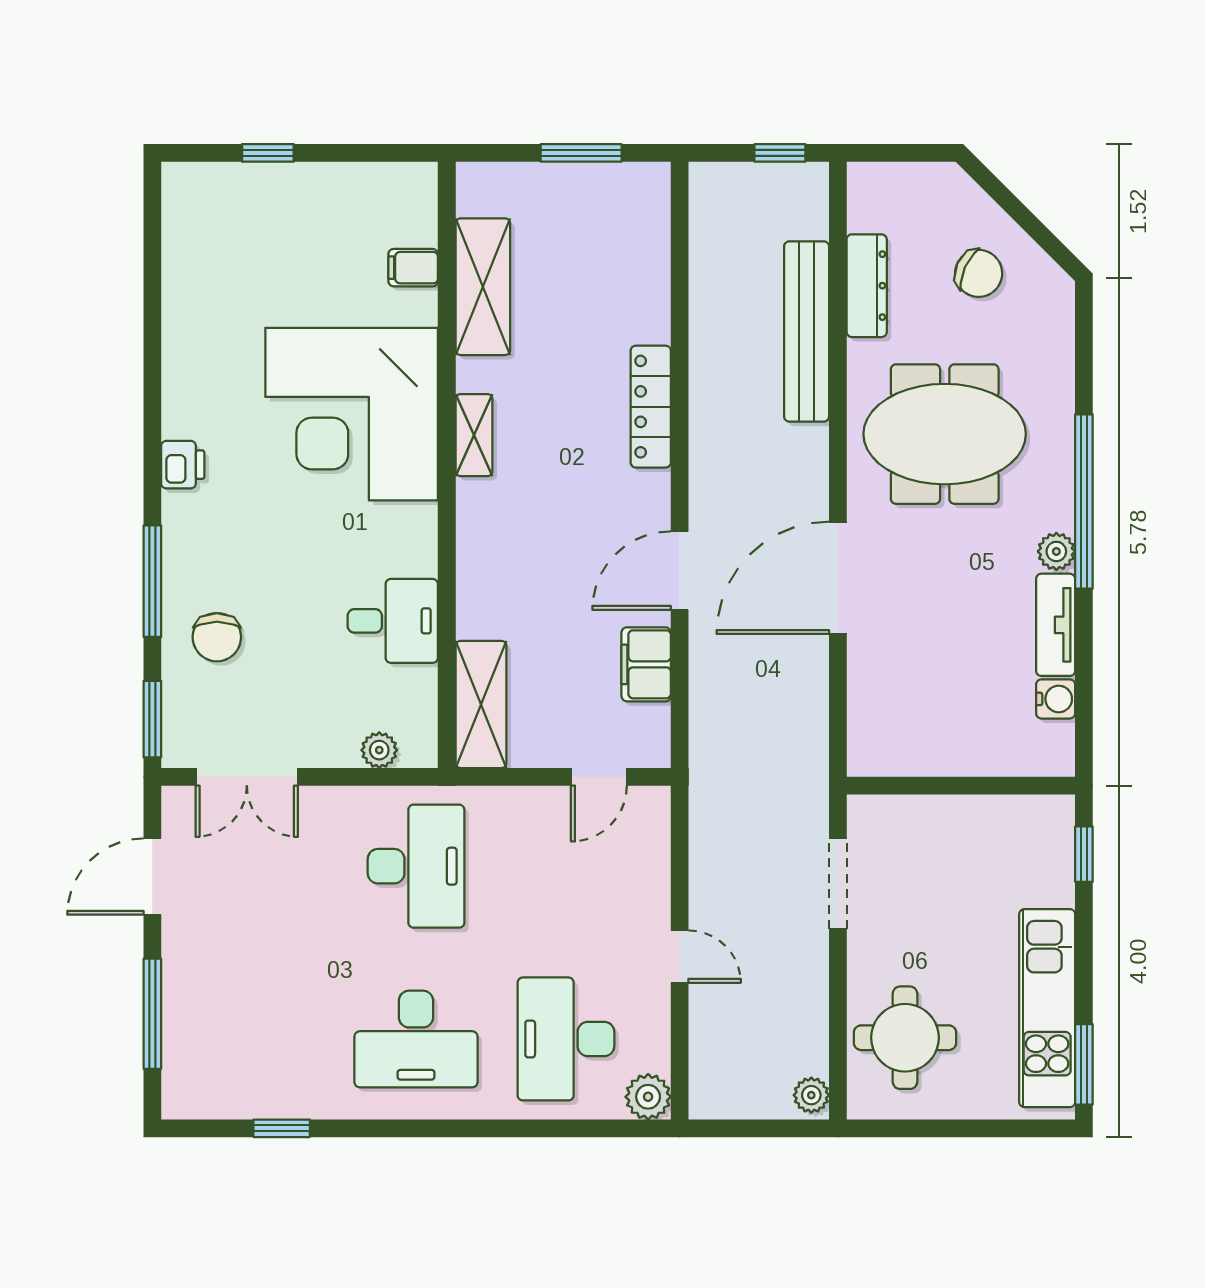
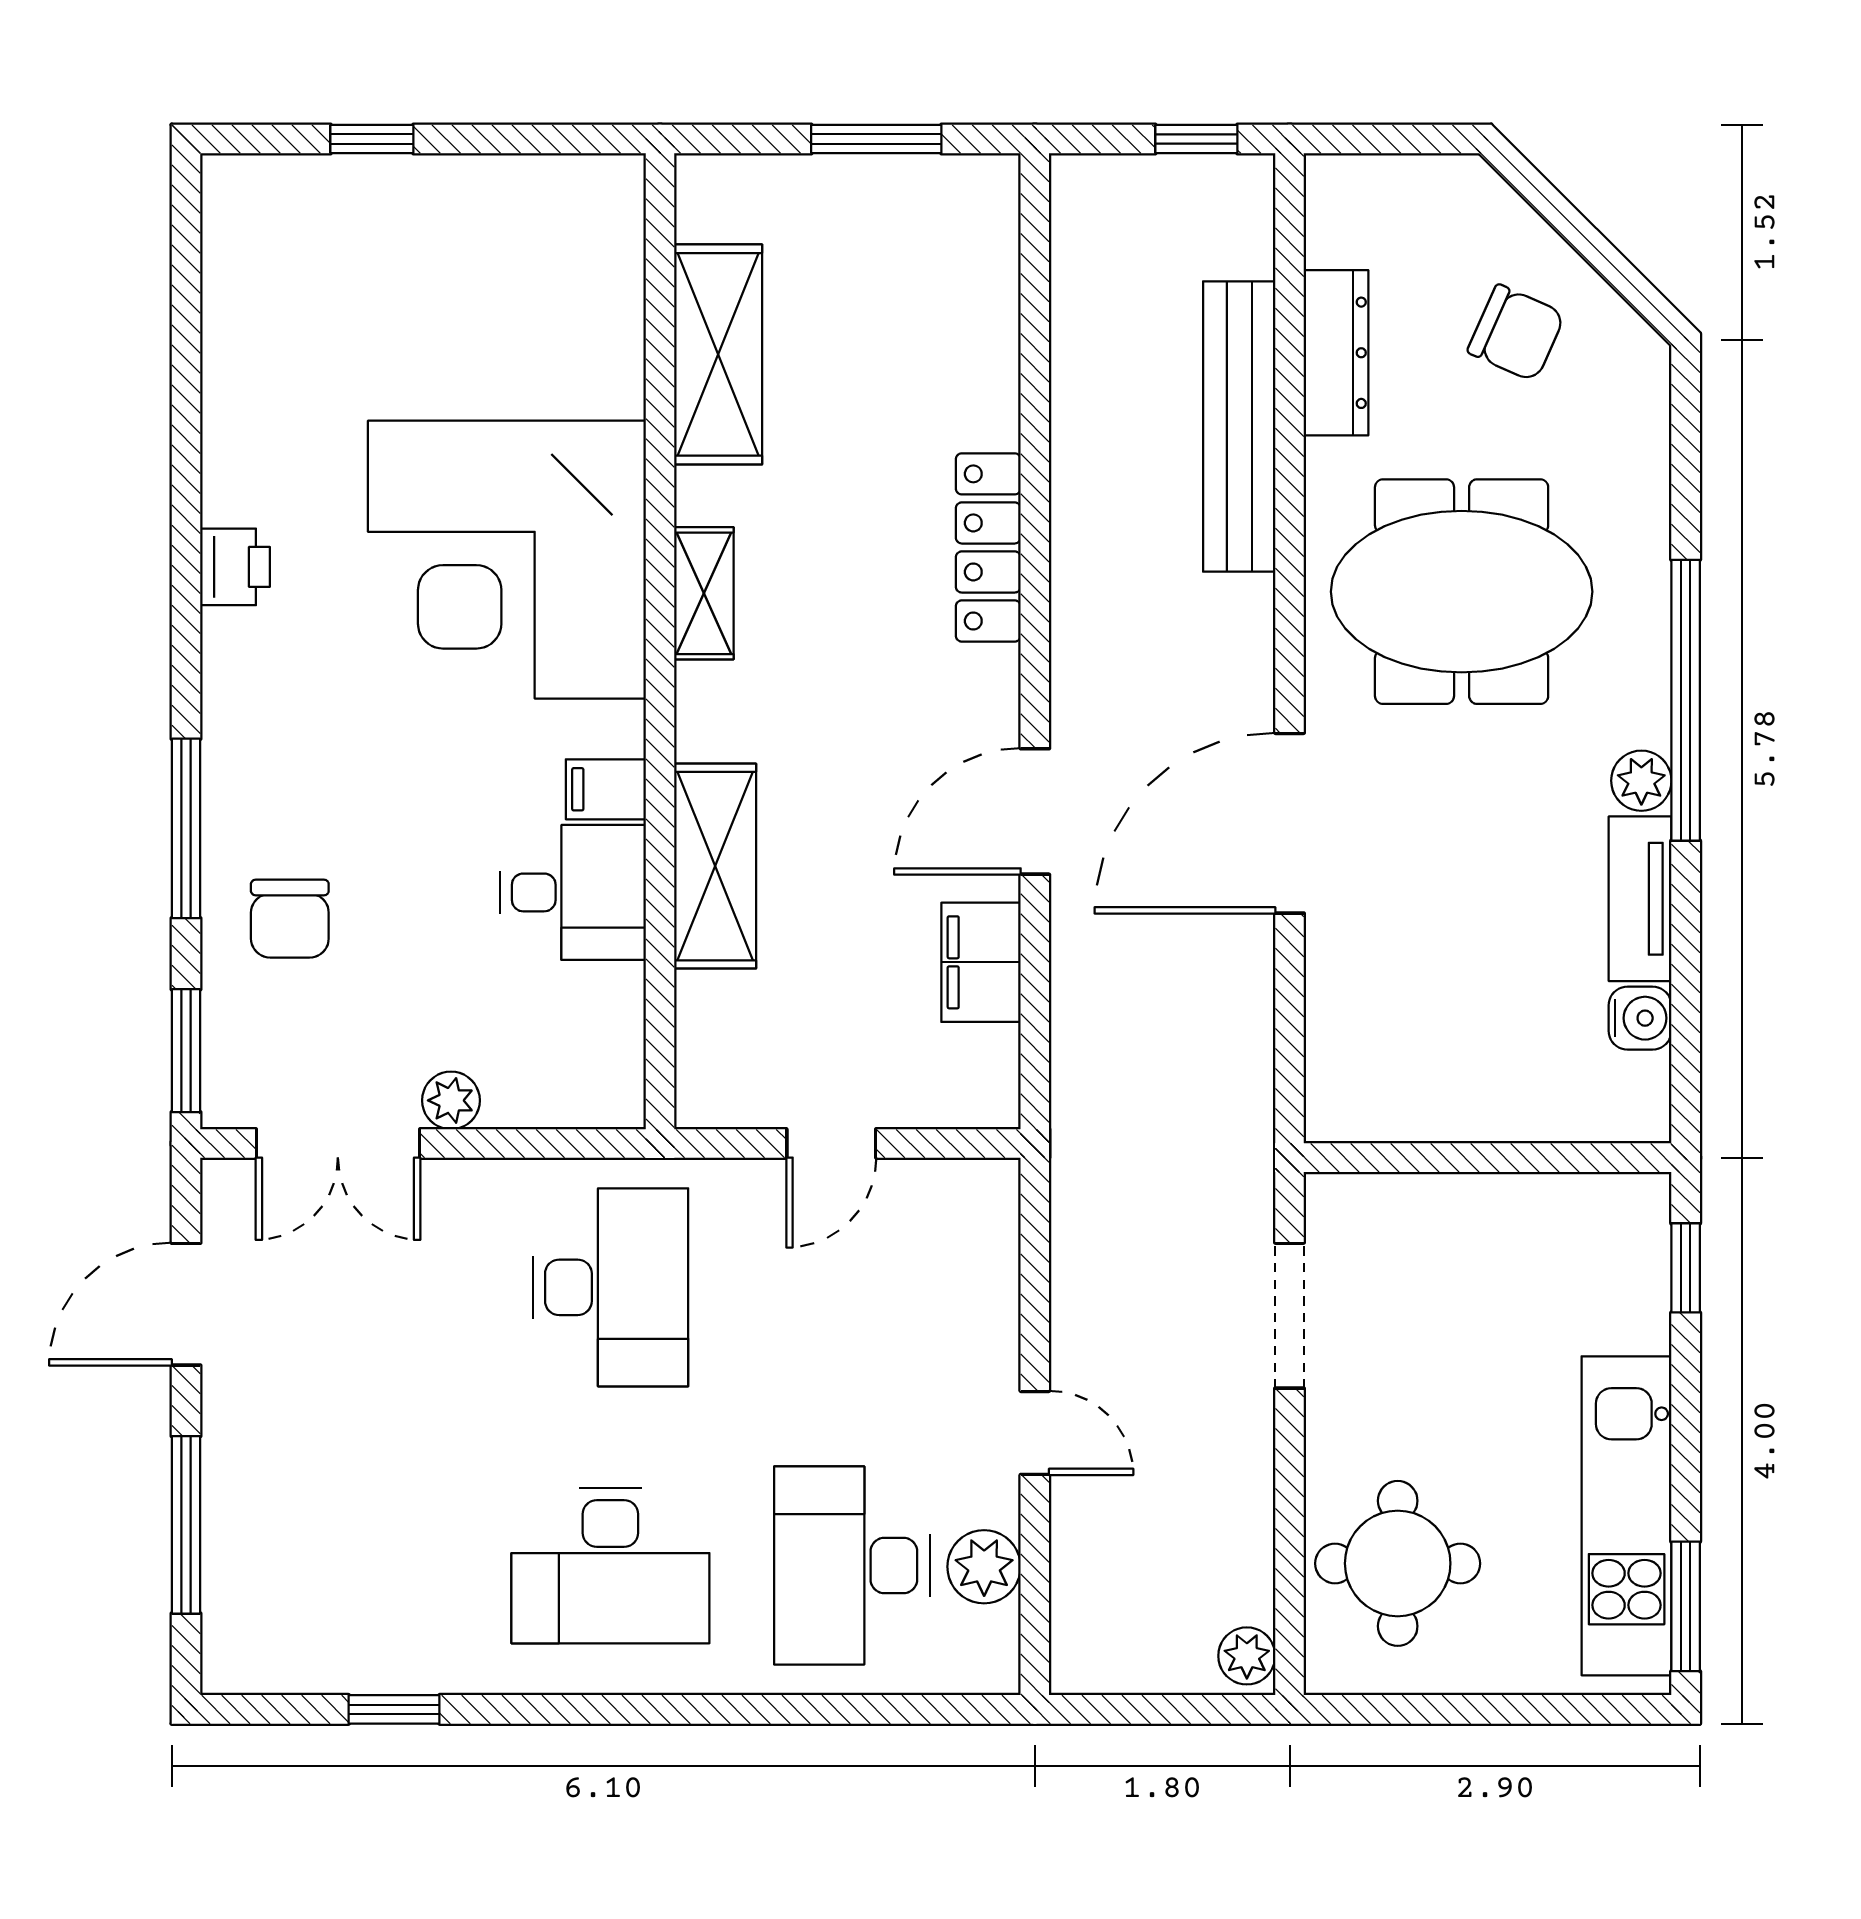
filing cabinet: (413, 268) -> (606, 789), moved
printer: (183, 465) -> (235, 567), moved
shelving: (481, 704) -> (715, 866), moved
plant: (379, 750) -> (451, 1100), moved
door: (599, 777) -> (831, 1143), moved
plant: (648, 1097) -> (984, 1567), moved

